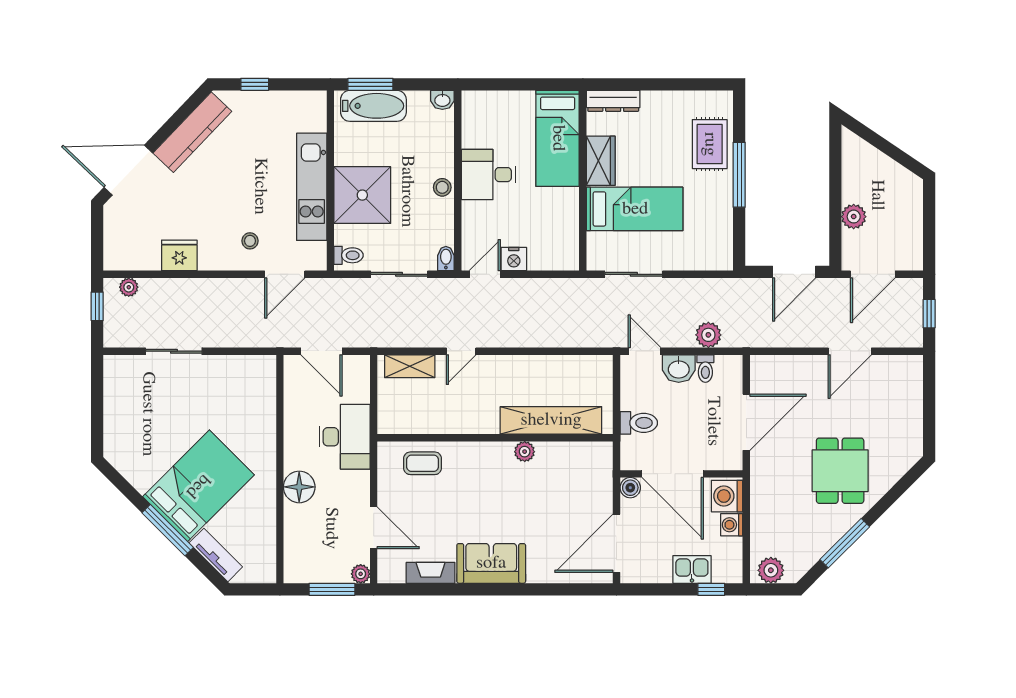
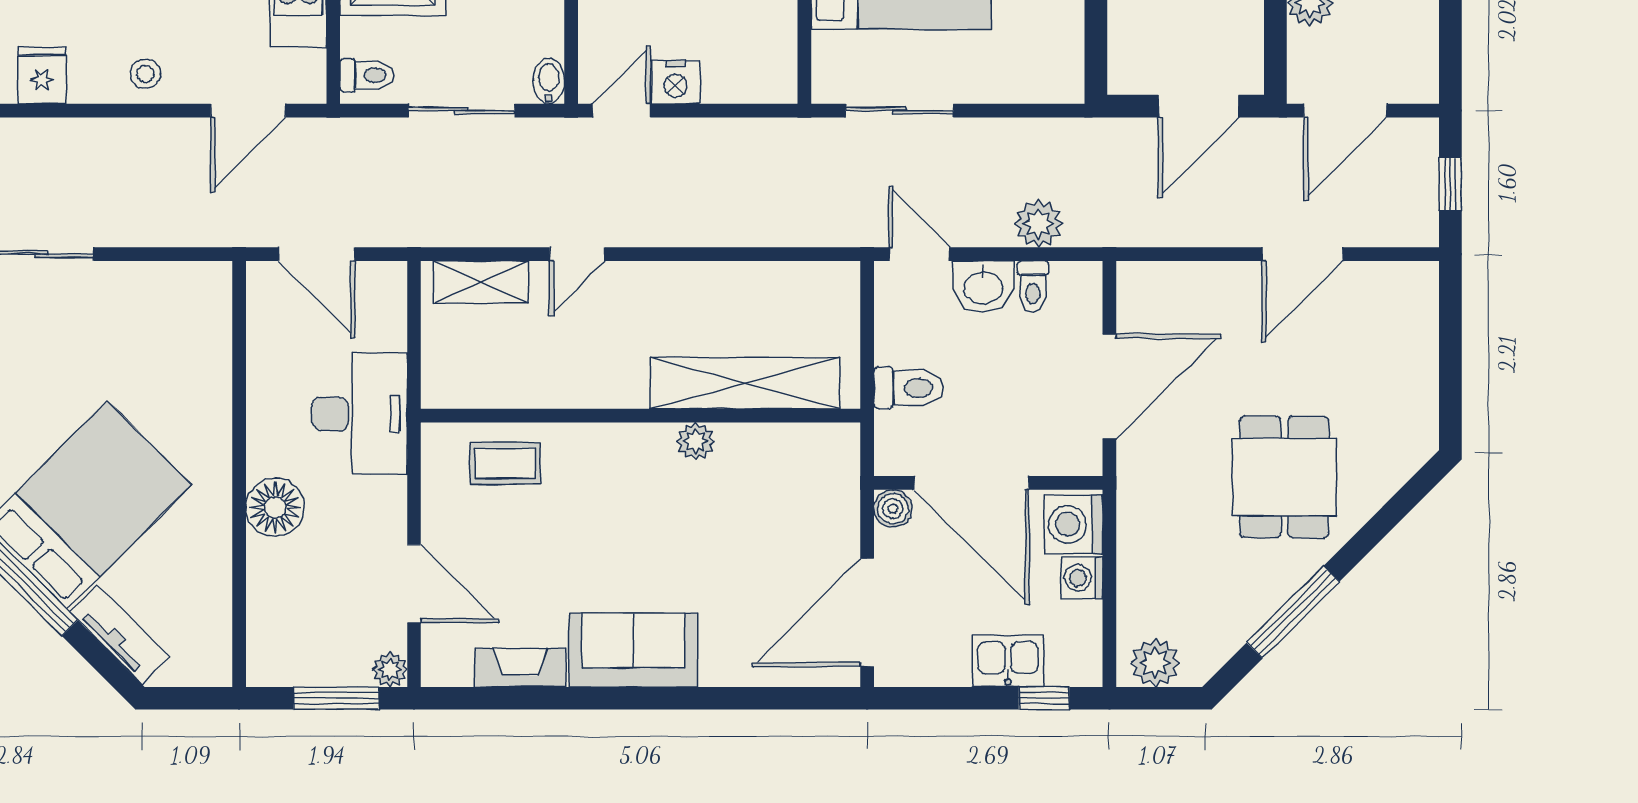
stool: (250, 241) -> (145, 74), moved
fridge: (179, 255) -> (42, 75), width x0.72

